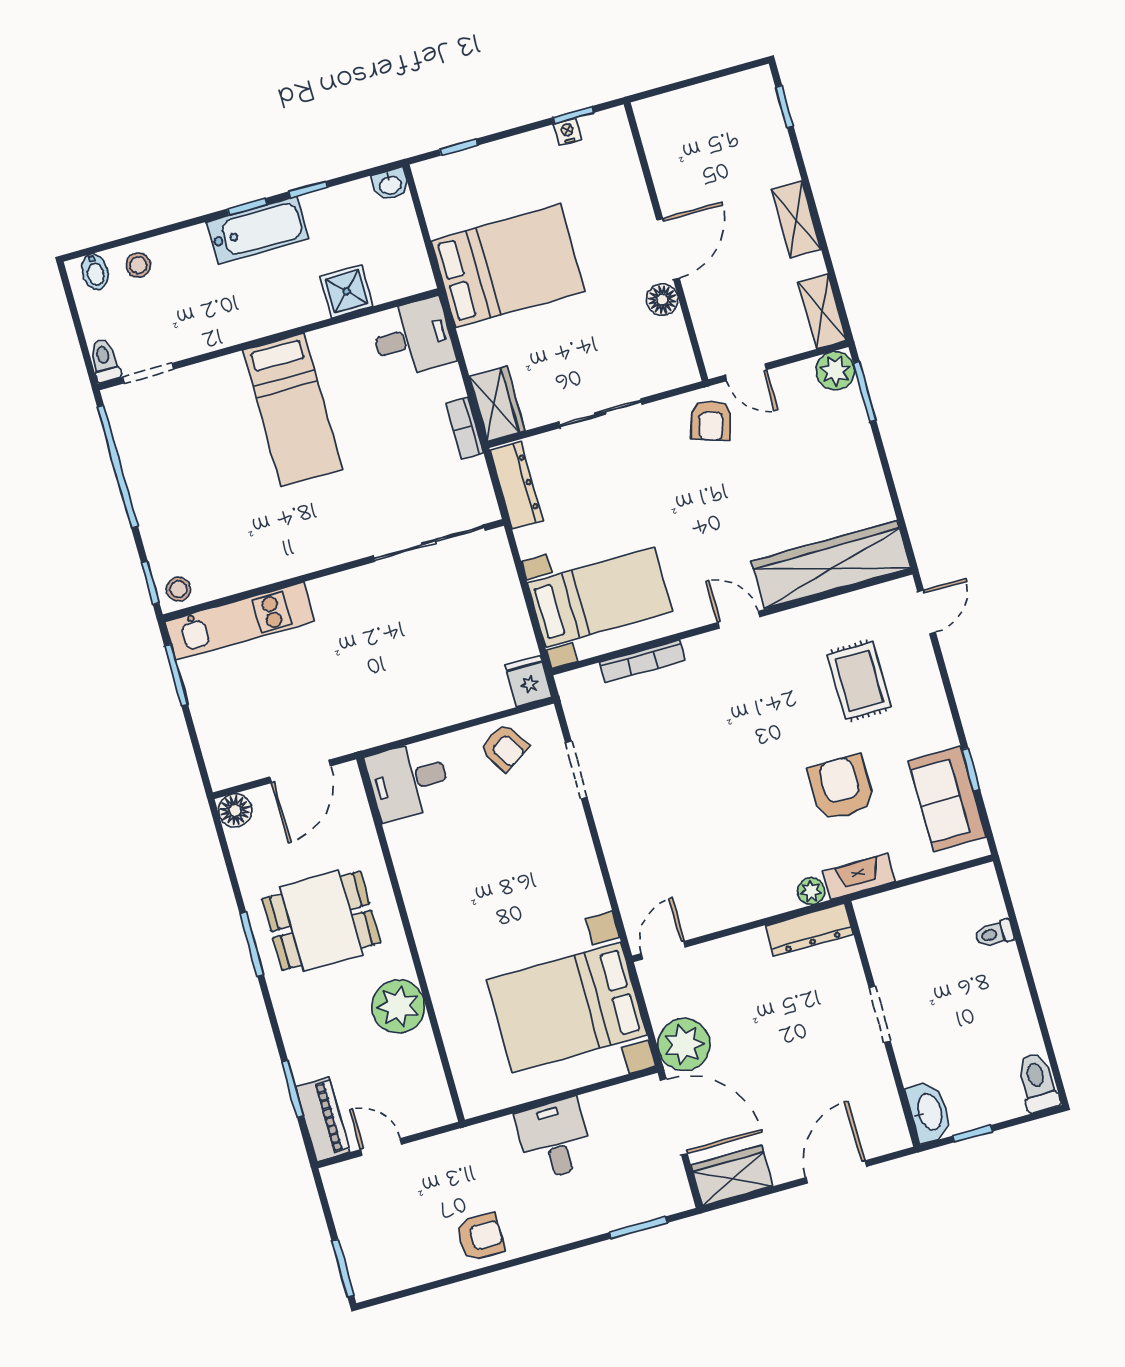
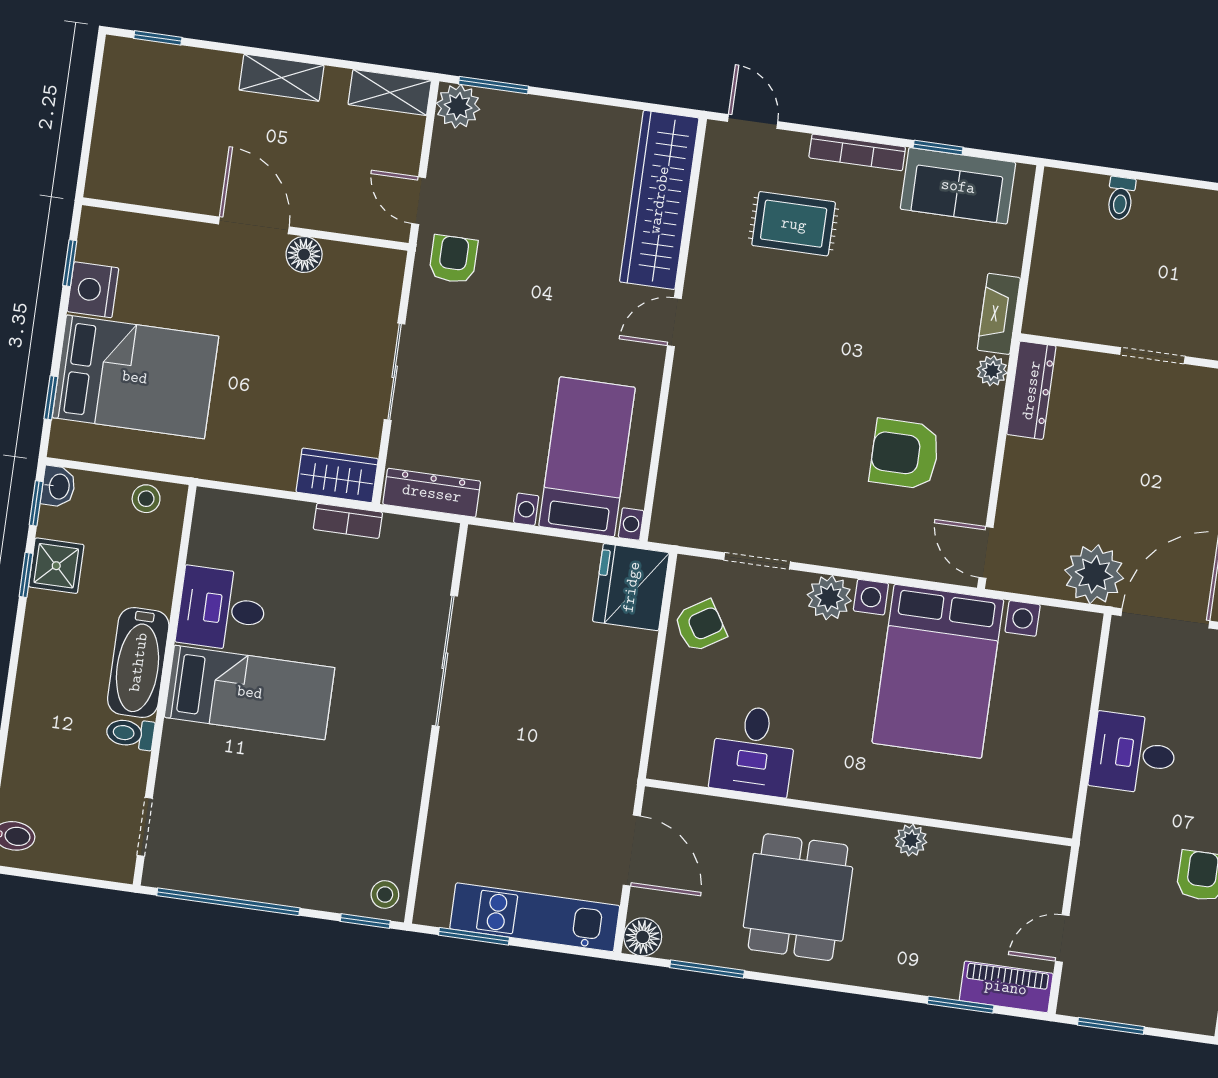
nightstand: (568, 132) -> (93, 290), width x1.89, depth x1.79
window: (247, 207) -> (36, 503), moved
bathtub: (257, 230) -> (138, 662), moved, turned 180
stool: (138, 265) -> (146, 499), moved
bed: (508, 266) -> (135, 377), moved, turned 90
shower: (347, 291) -> (56, 566), moved
desk: (413, 338) -> (222, 609), moved, turned -90
toilet: (104, 361) -> (130, 734), moved
door: (746, 372) -> (419, 201), swing flipped
armchair: (711, 421) -> (453, 259), turned -107
sliding door: (429, 543) -> (445, 661), moved
kitchen unit: (240, 621) -> (535, 917), moved, turned -90
bookcase: (642, 661) -> (857, 152), moved, turned 90
fridge: (529, 681) -> (631, 587), width x1.88, depth x1.34
desk: (408, 781) -> (753, 750), moved
armchair: (841, 788) -> (905, 454), moved
plant: (572, 841) -> (829, 598), added
window: (252, 944) -> (707, 969), moved
plant: (398, 1007) -> (911, 840), width x0.53, depth x0.53
bed with nightstands: (567, 1007) -> (938, 671), moved
window: (343, 1268) -> (1111, 1026), moved

